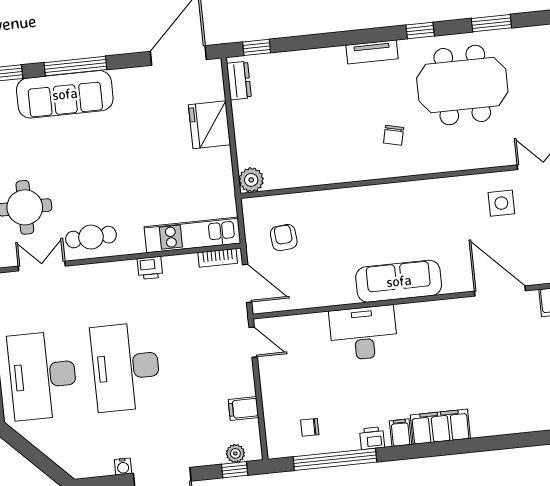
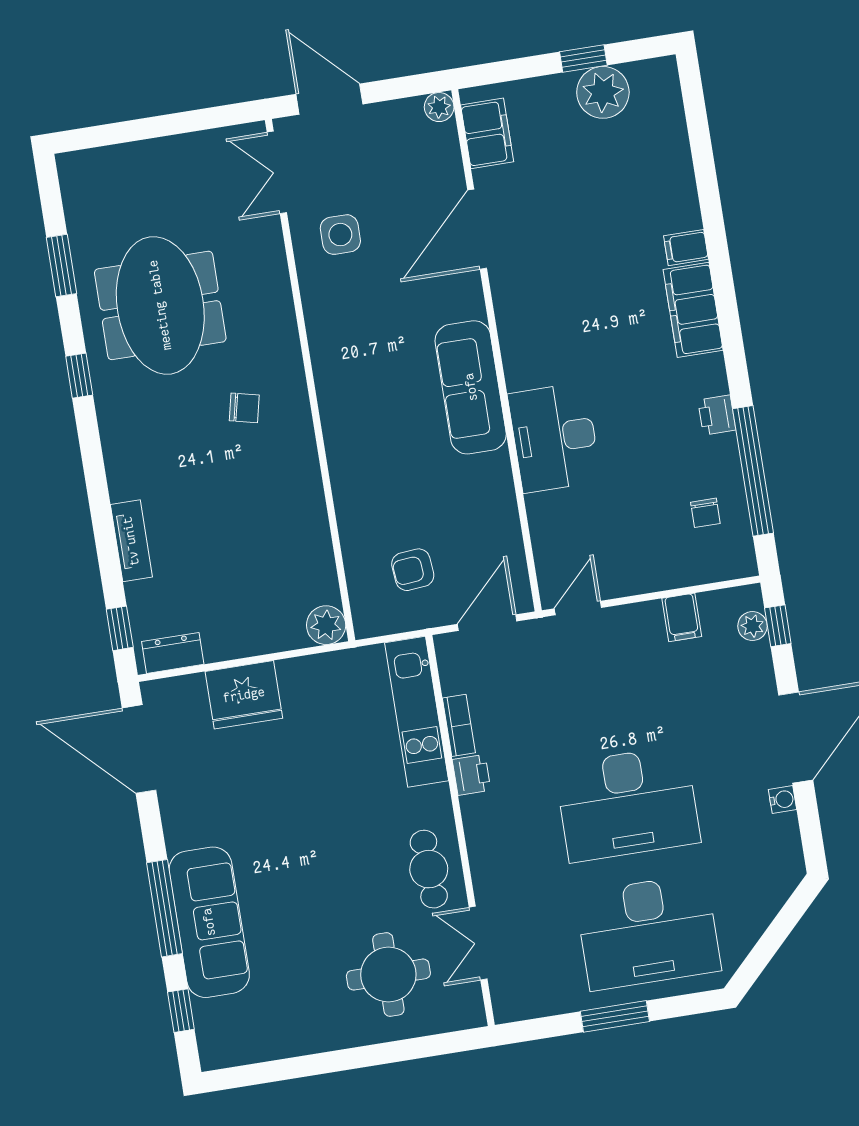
tv unit: (372, 52) -> (131, 541), moved
bookcase: (218, 258) -> (459, 725), moved
filing cabinet: (400, 433) -> (686, 248), moved

